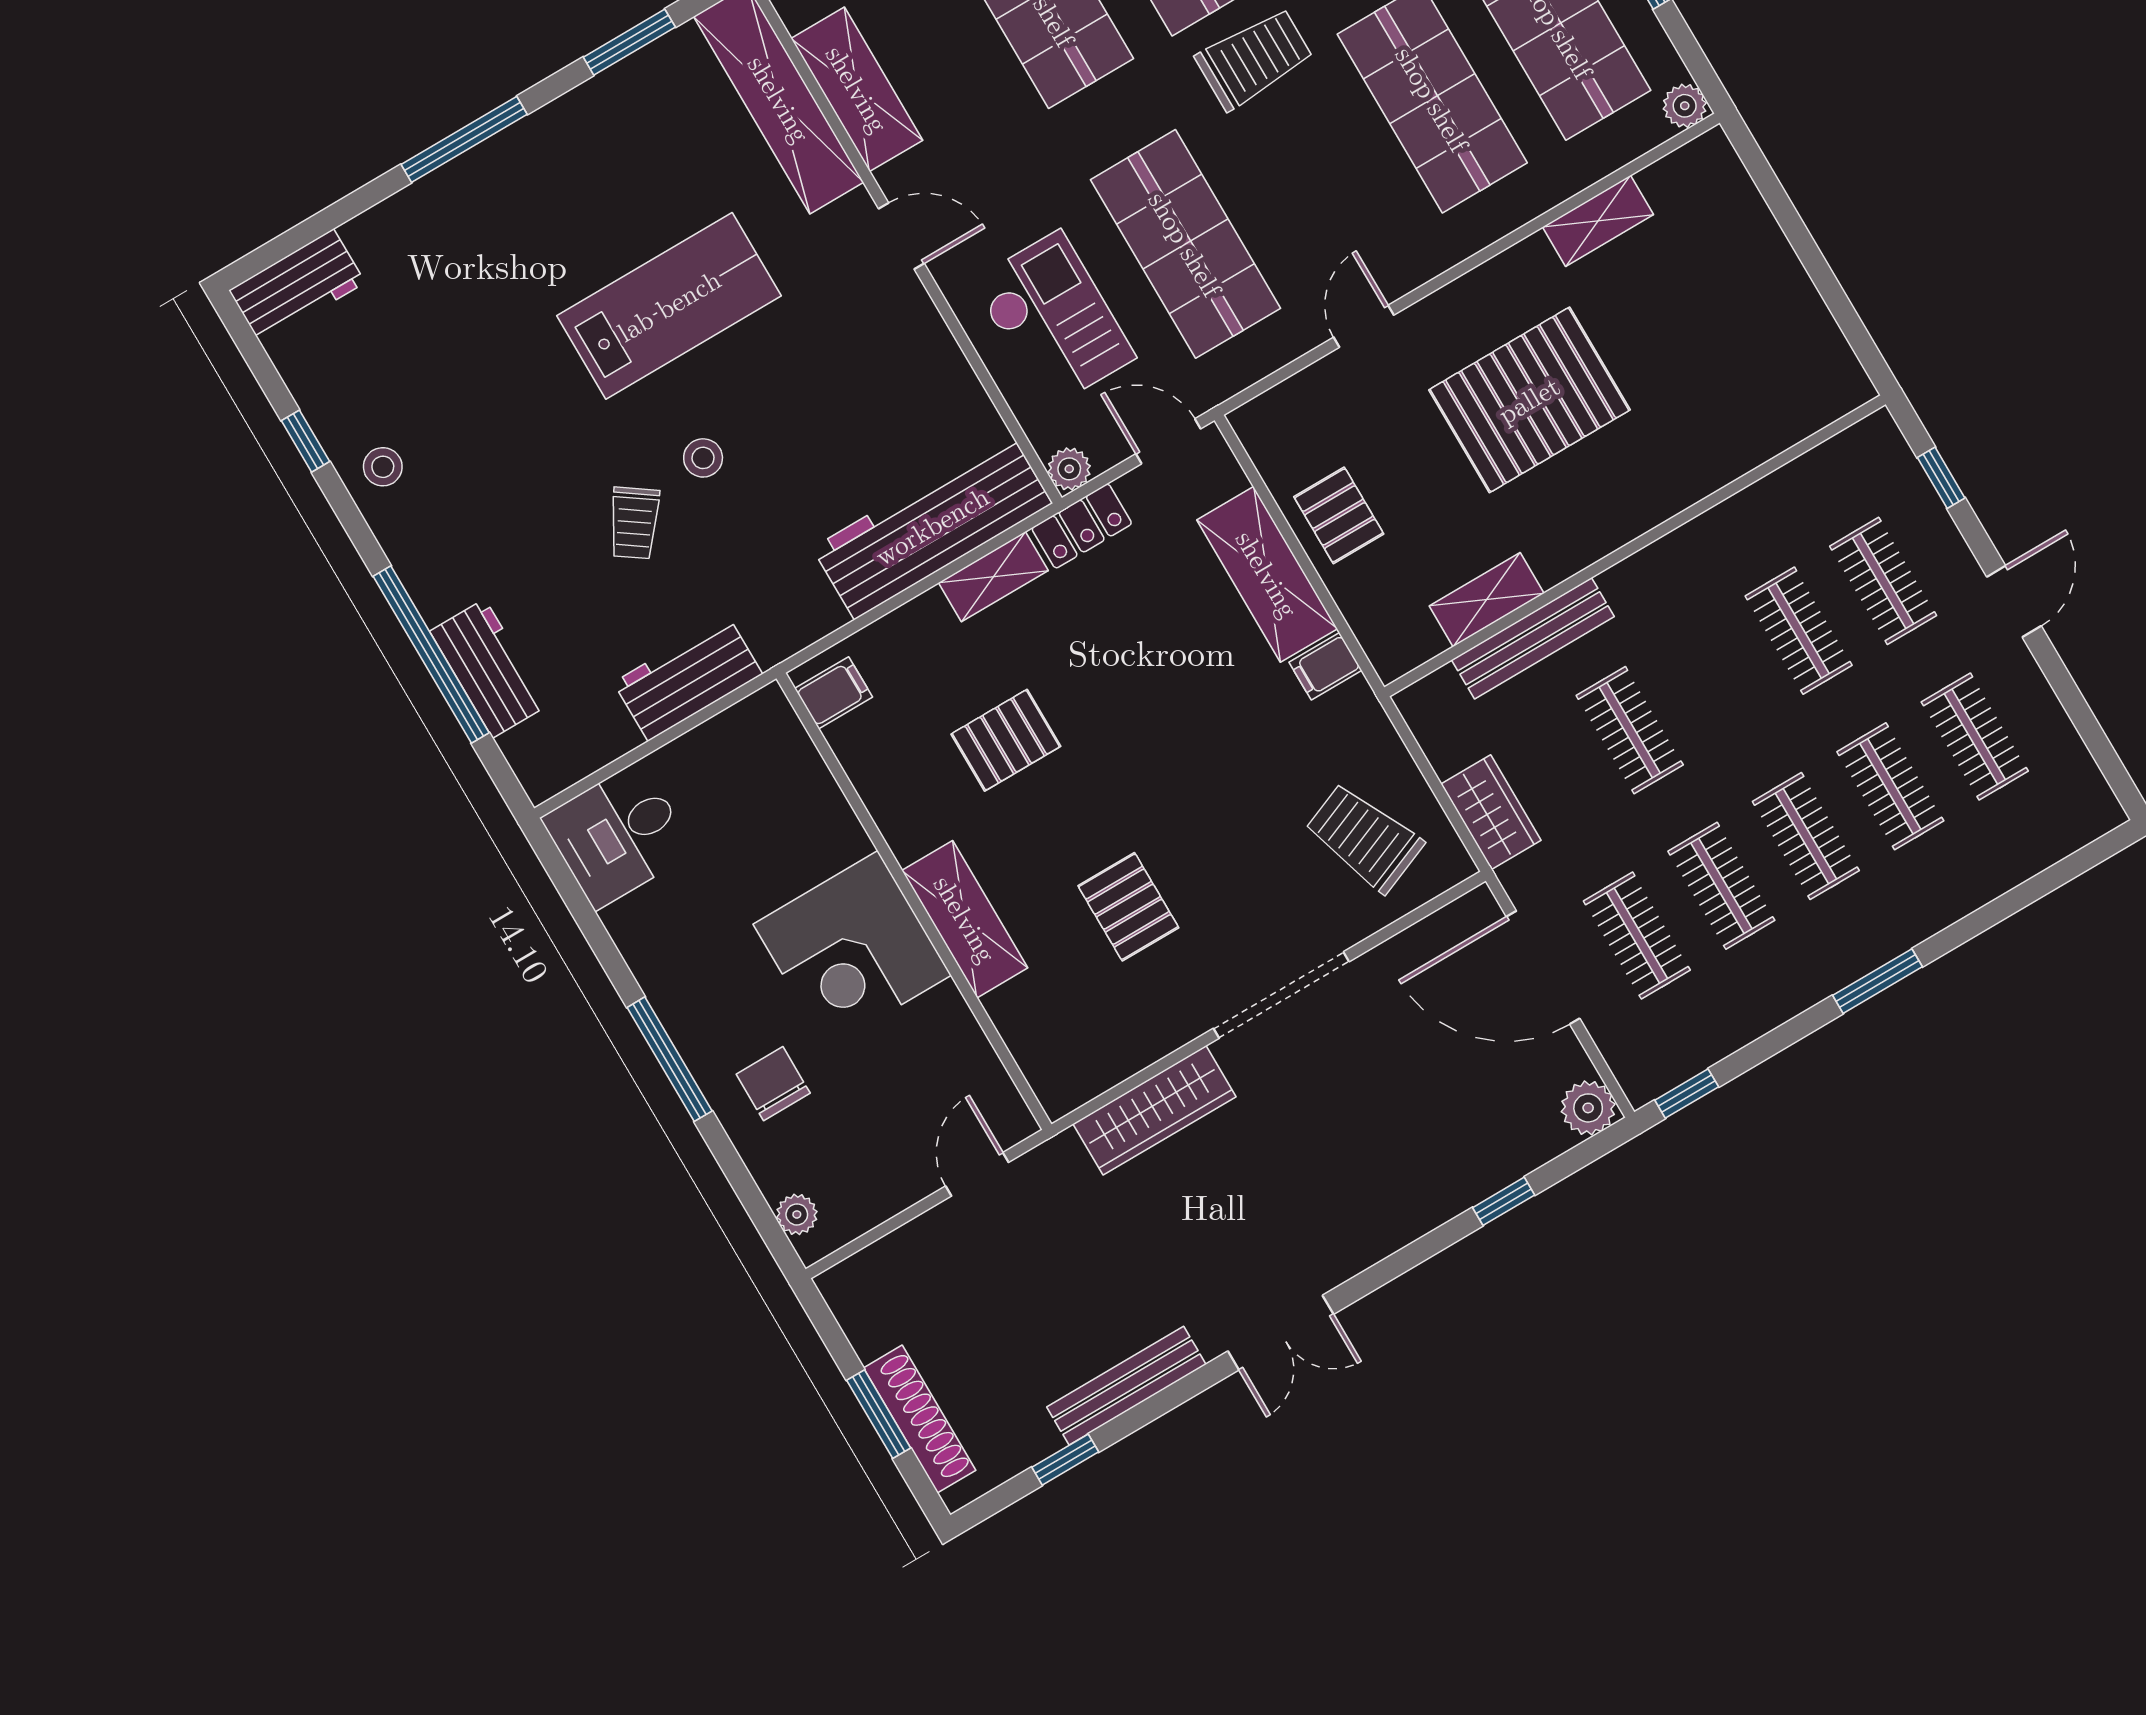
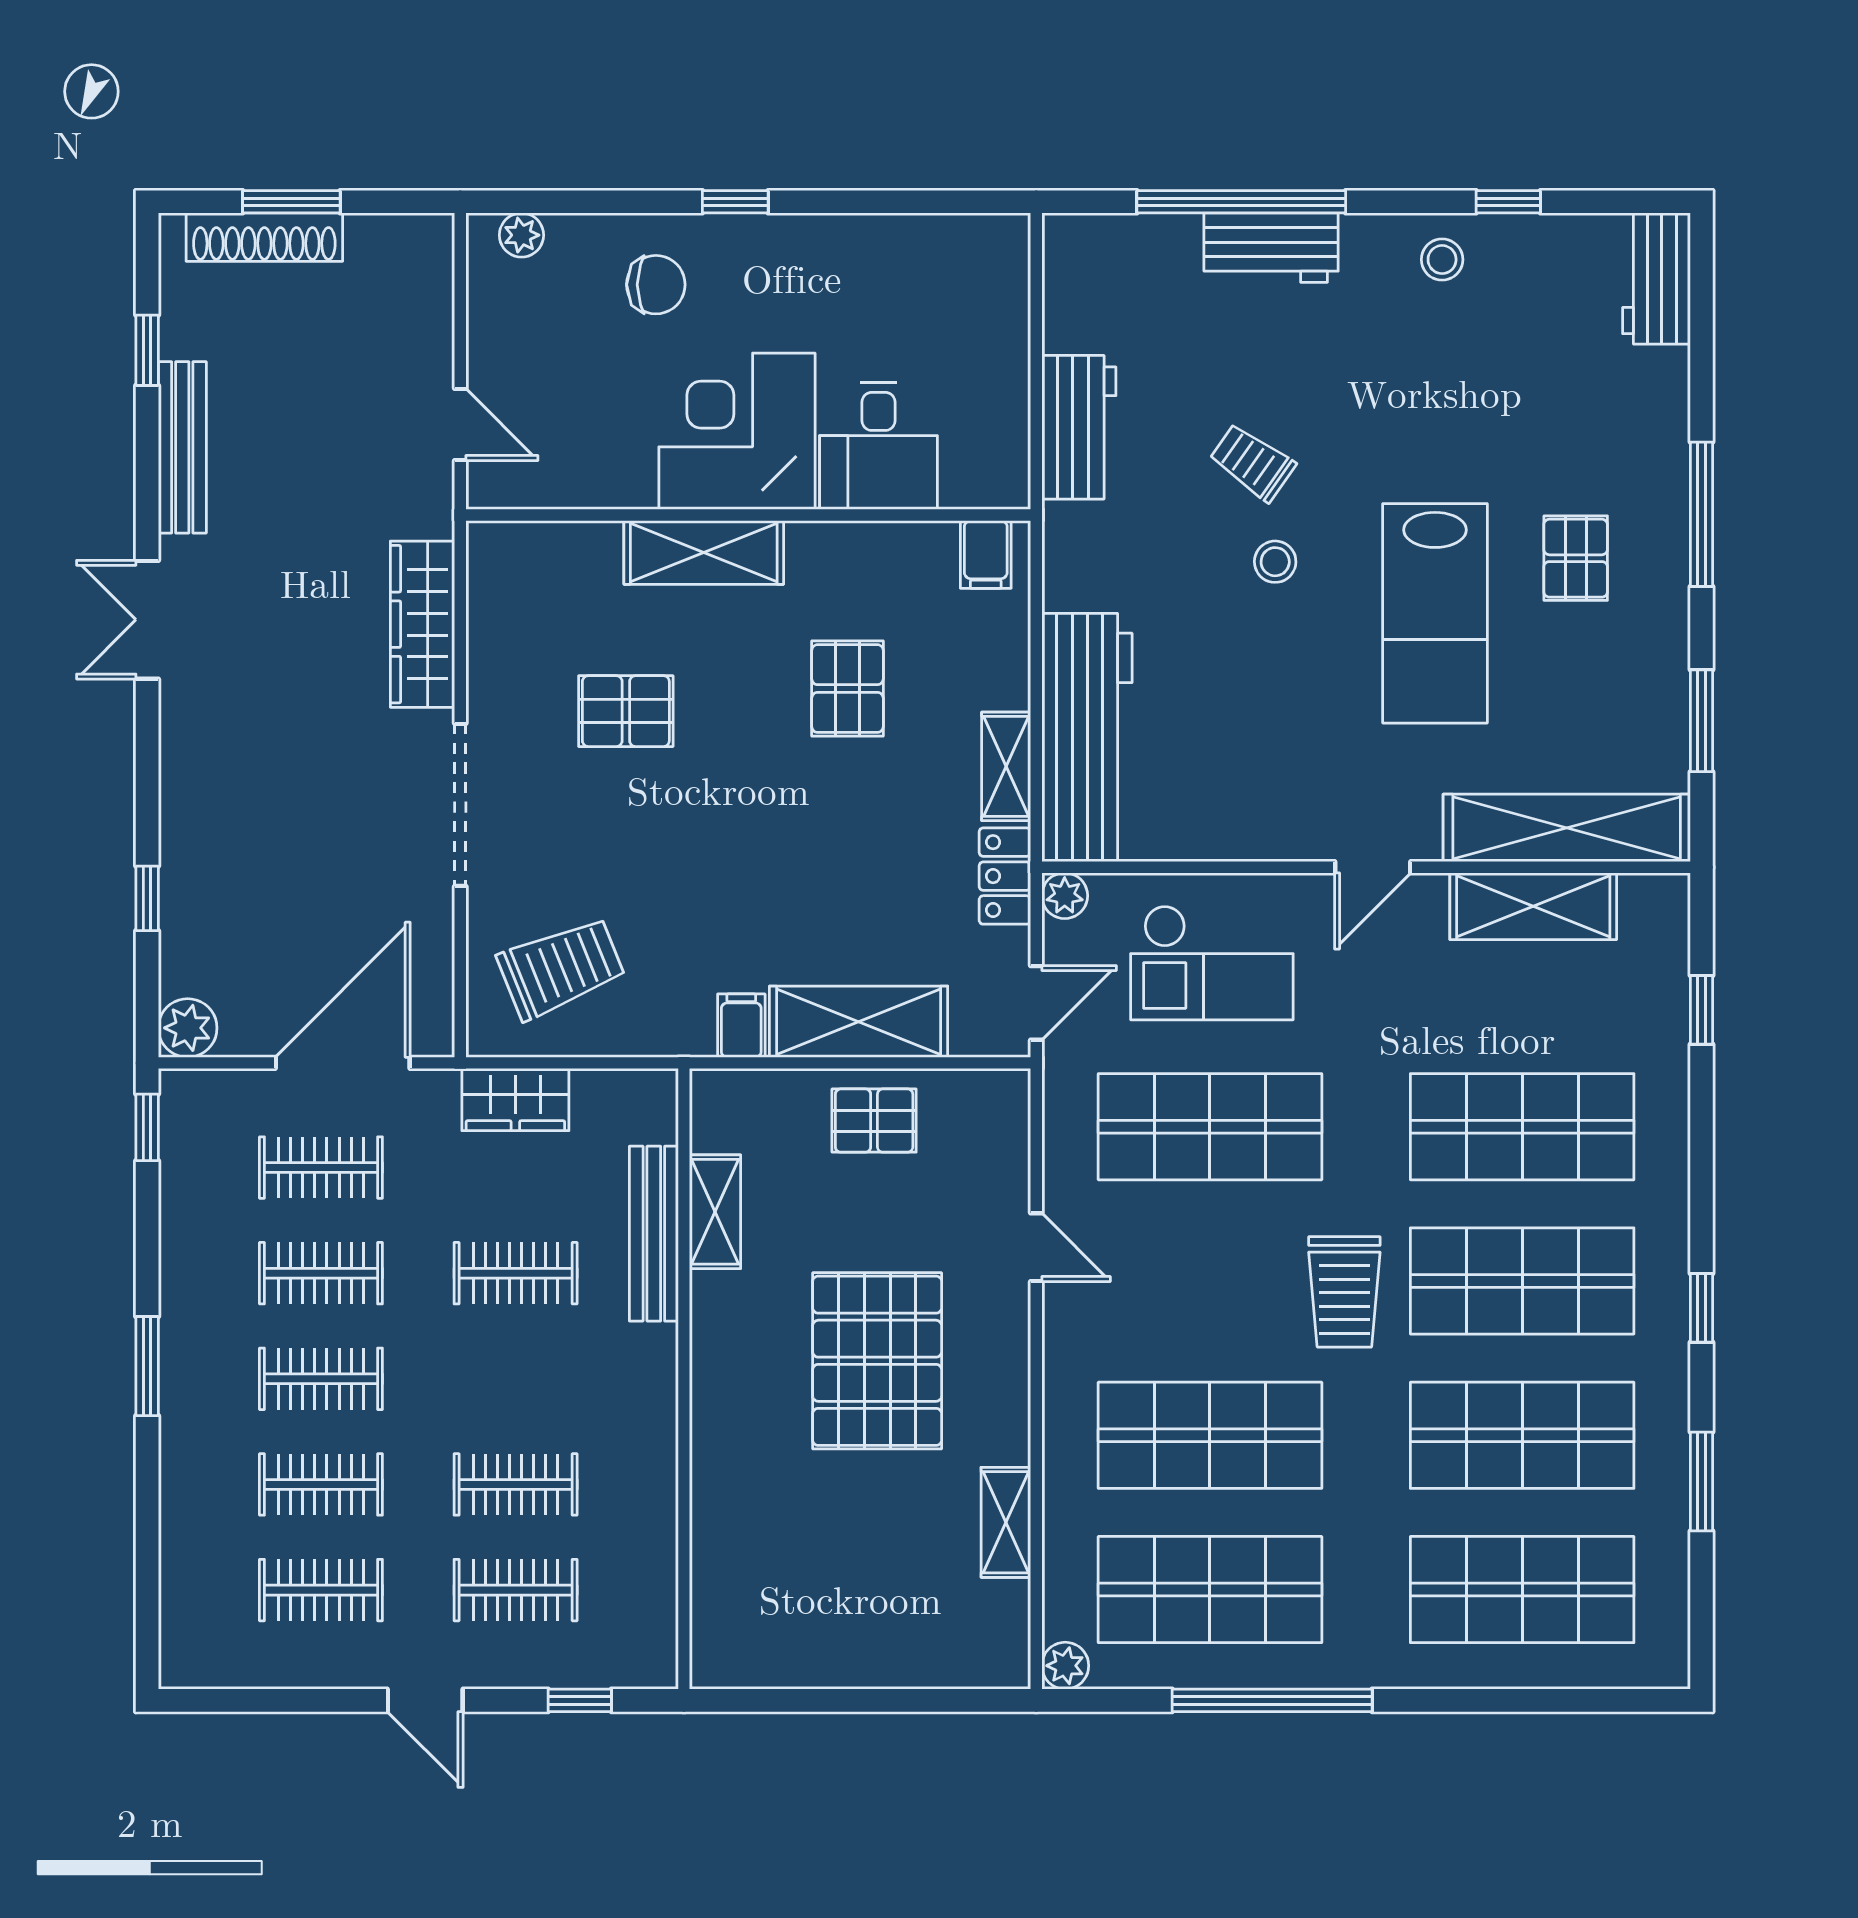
pallet: (559, 219) -> (1576, 558), added
workbench: (489, 668) -> (1271, 248), moved
desk: (618, 835) -> (879, 446), moved, turned 180
window: (670, 1059) -> (735, 202), width x0.46

